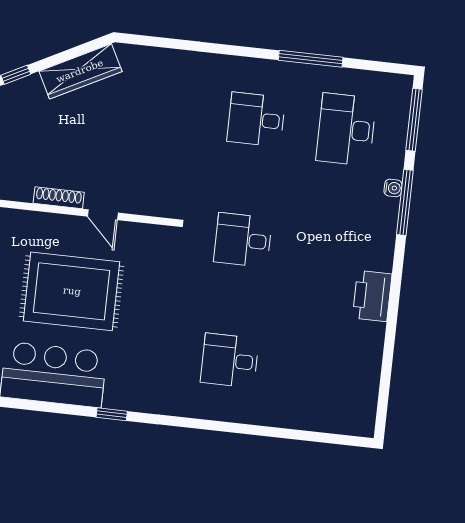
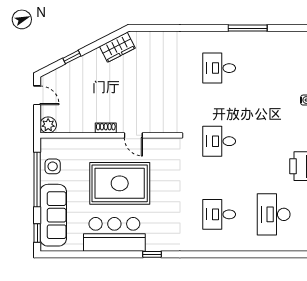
wardrobe: (80, 71) -> (117, 47), width x0.67
desk: (346, 129) -> (274, 214), moved
shoe rack: (59, 198) -> (106, 128), width x0.70

